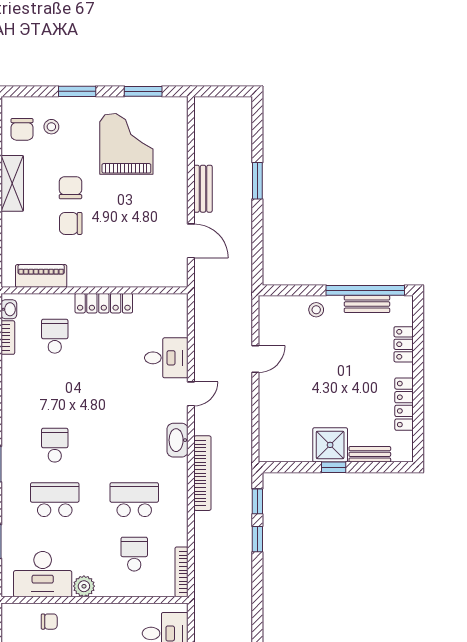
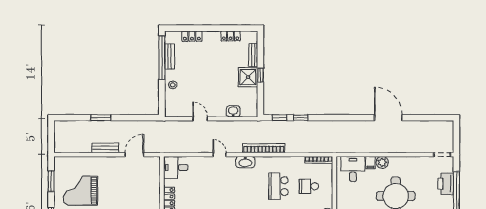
desk: (166, 358) -> (176, 167), moved, turned -90
locker: (404, 404) -> (230, 36), width x0.66
washbasin: (269, 418) -> (233, 111), added

